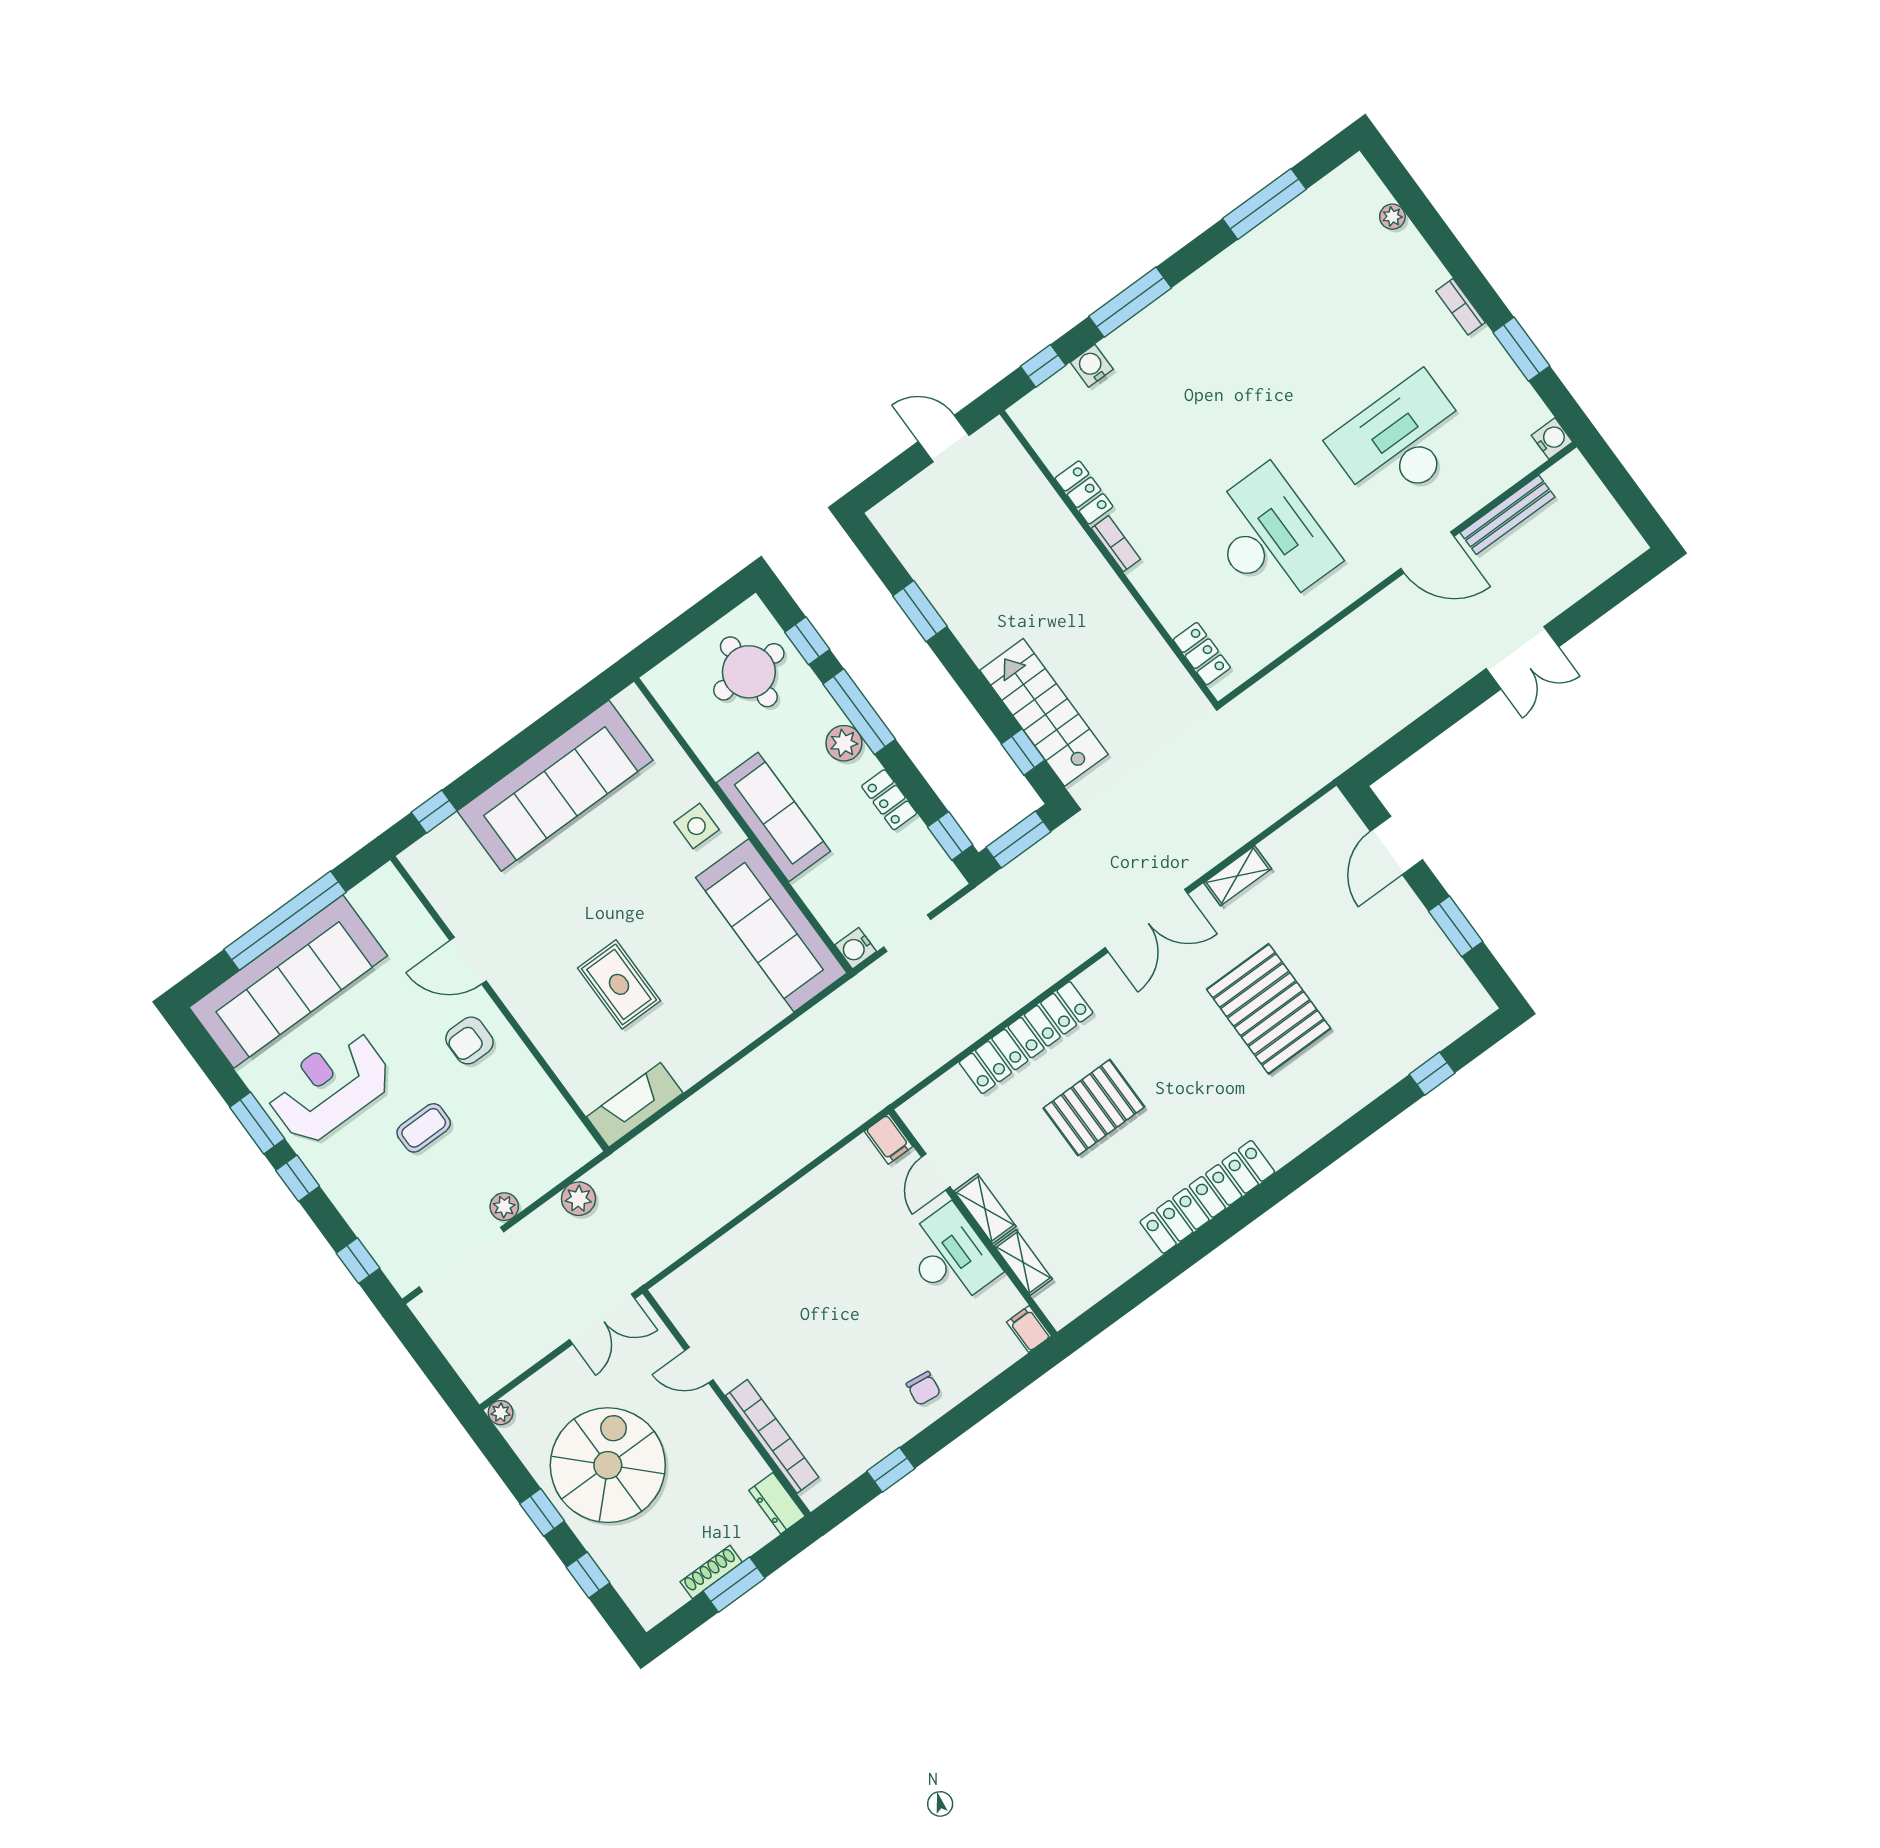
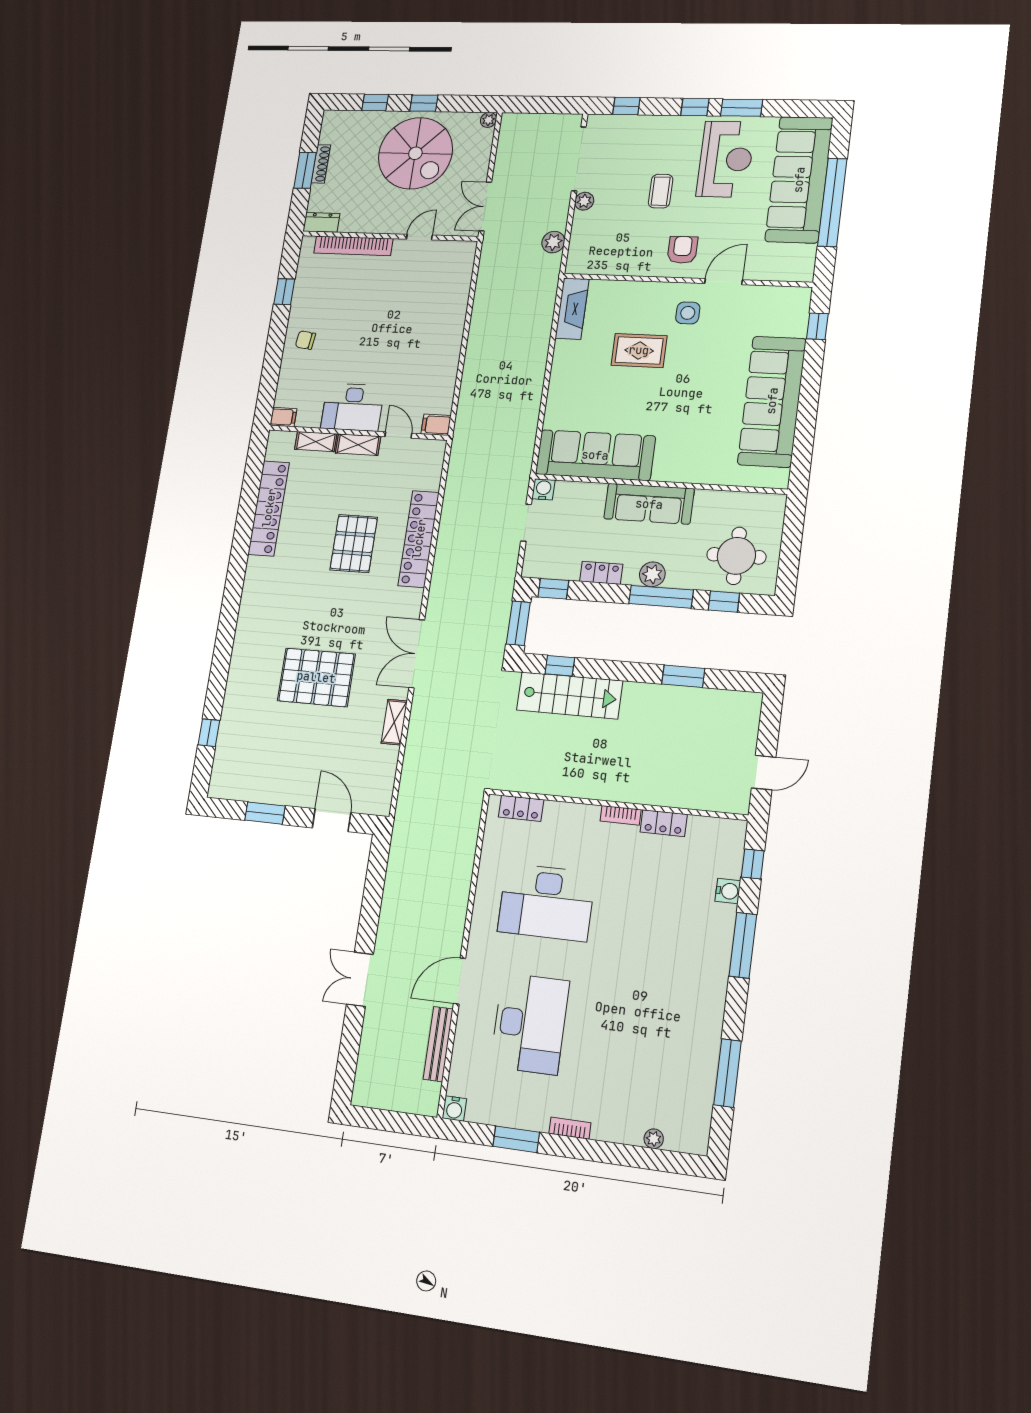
side table: (696, 826) -> (688, 313), moved
locker: (1207, 1197) -> (269, 508), moved

